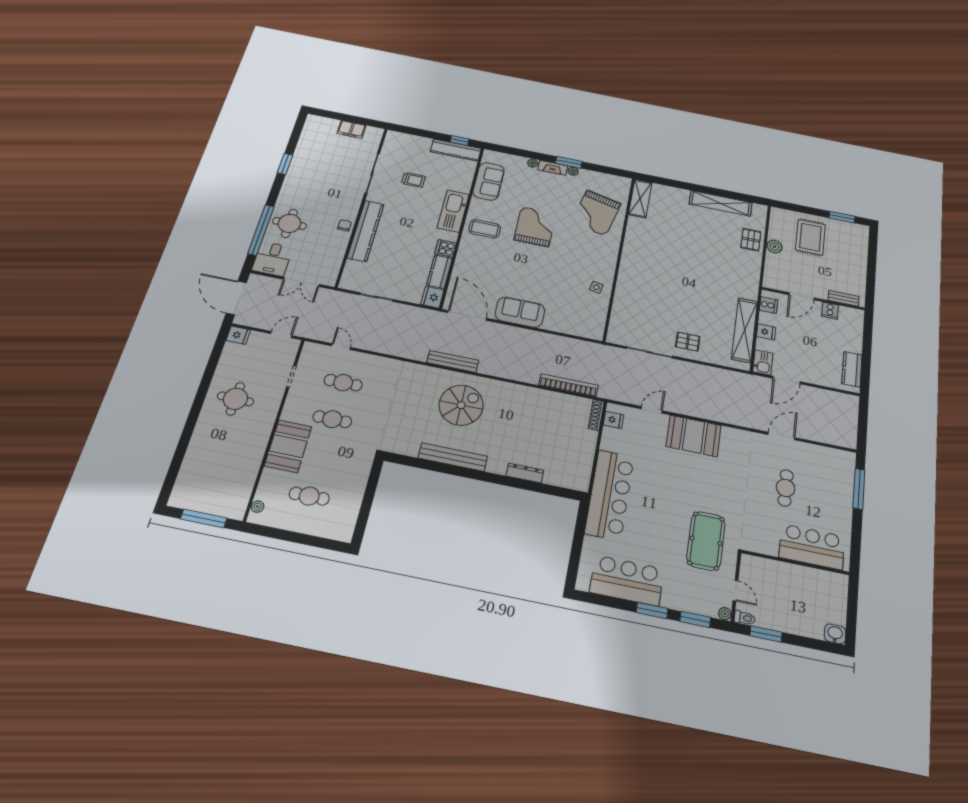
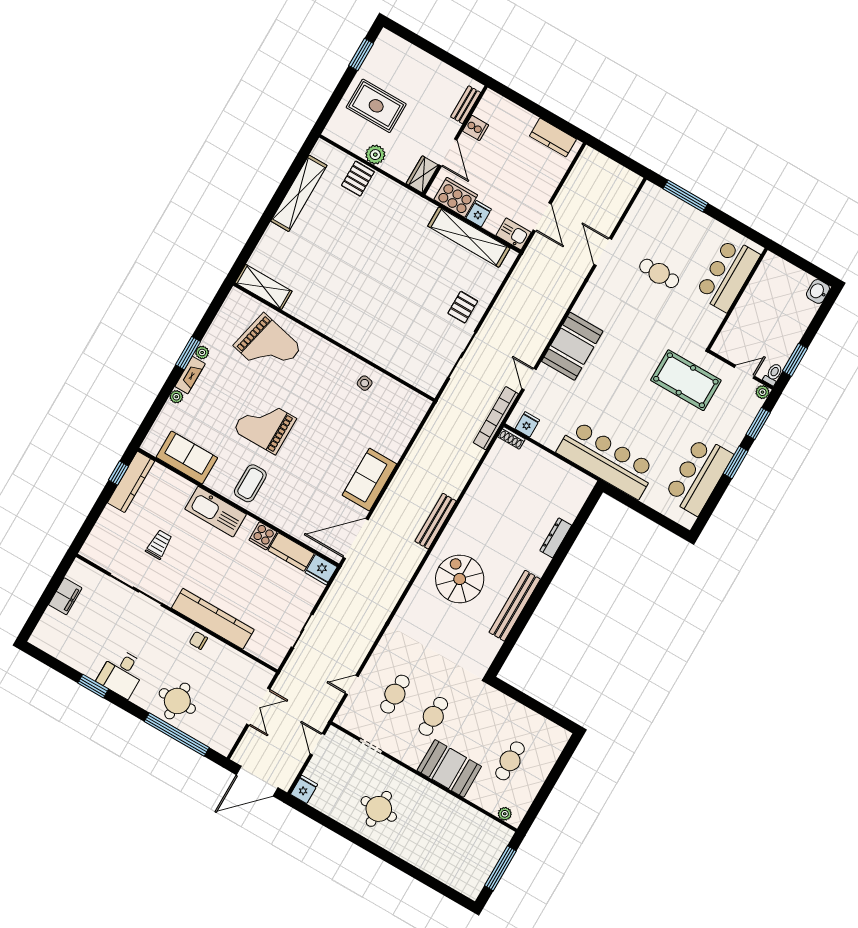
pallet: (751, 240) -> (358, 179), turned 90
desk: (272, 259) -> (122, 673), moved, turned 90
wardrobe: (776, 283) -> (422, 174), added
cooker: (769, 305) -> (456, 197), width x1.87, depth x1.31
bench: (453, 361) -> (436, 521), moved
bookcase: (568, 385) -> (496, 418), moved
shoe rack: (596, 415) -> (511, 438), width x0.70

